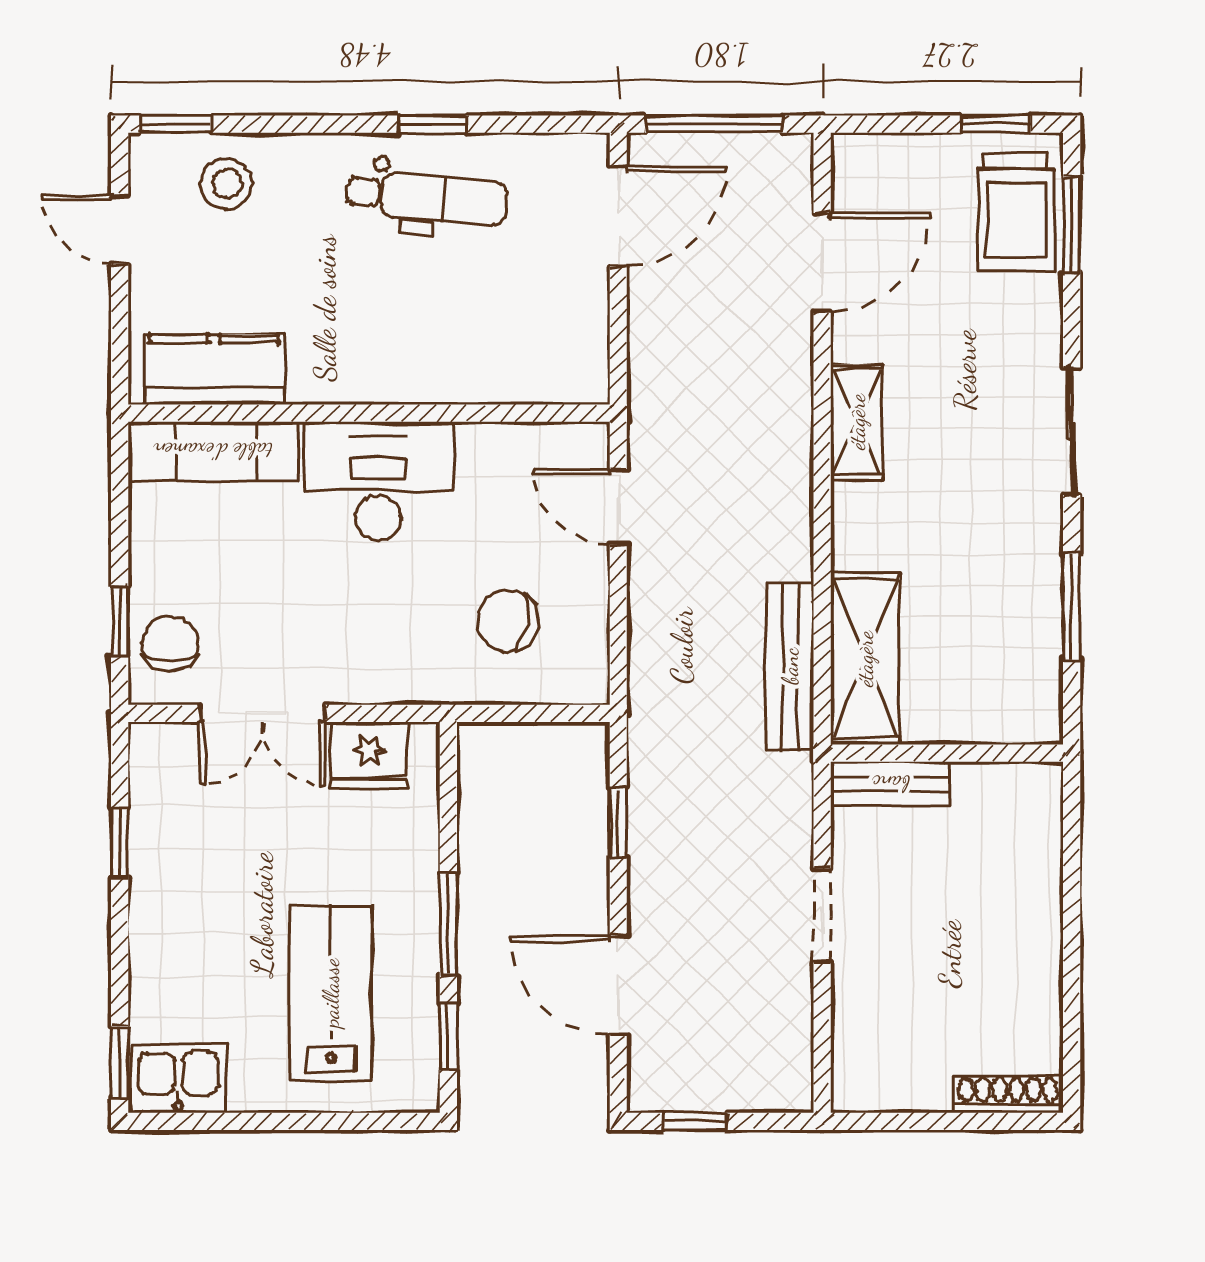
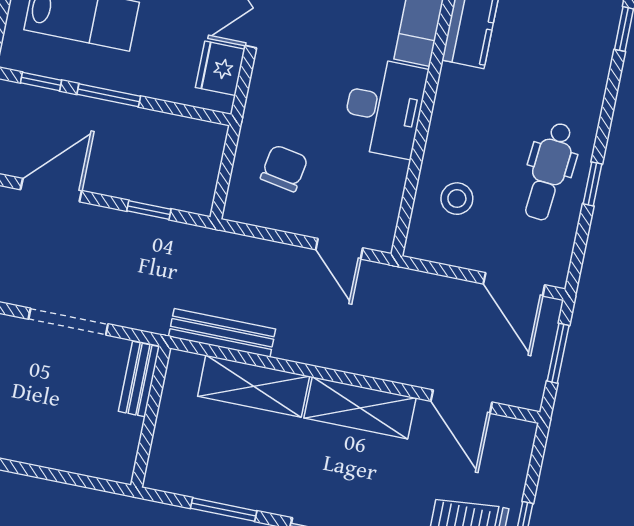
window: (714, 124) -> (558, 353), width x0.69
stool: (227, 184) -> (457, 199), moved
shelving: (857, 422) -> (360, 408), width x1.50, depth x1.33
door: (618, 507) -> (339, 249), swing flipped
shelving: (865, 659) -> (254, 386), moved
doorway: (822, 915) -> (68, 322), width x1.38

